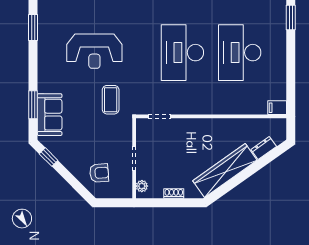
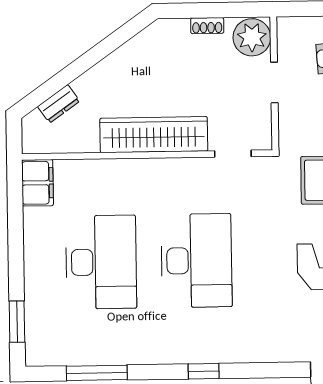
filing cabinet: (277, 108) -> (38, 183), width x2.00
wardrobe: (225, 170) -> (154, 135), moved, turned -145
plant: (142, 186) -> (252, 37), width x1.88, depth x1.88

